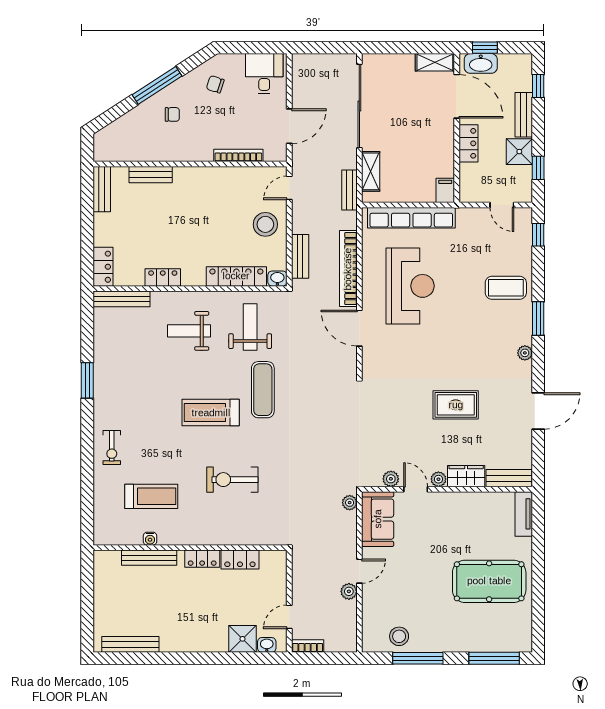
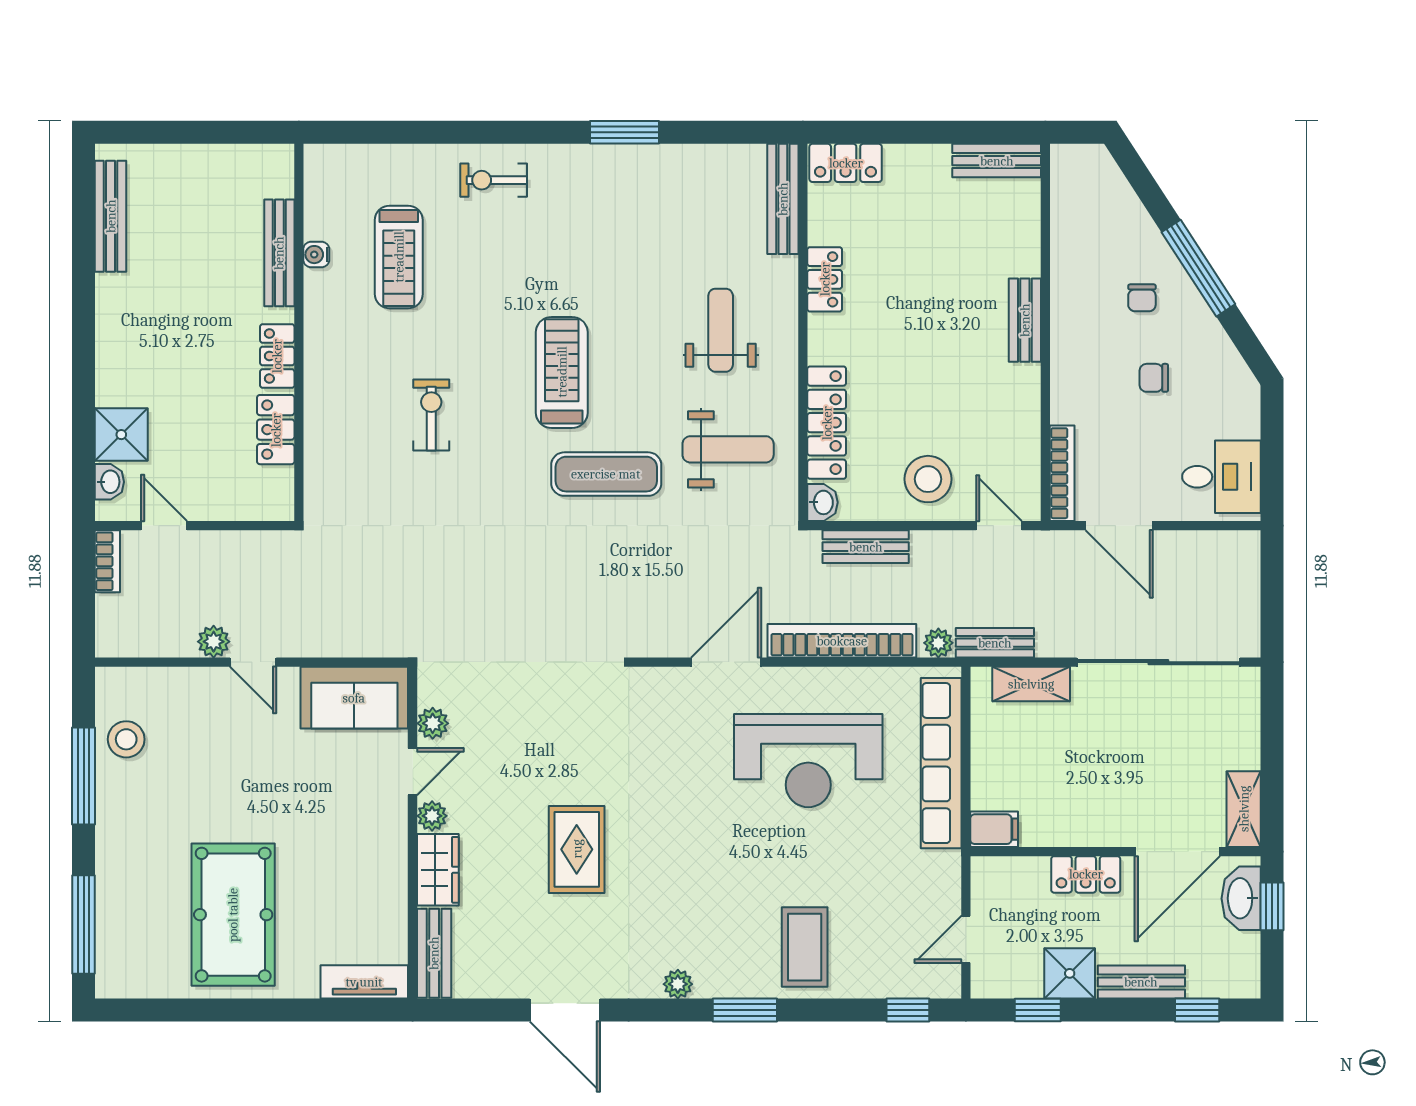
chair: (215, 84) -> (1154, 378), moved, turned -108
bookcase: (238, 155) -> (1062, 473), moved
bench: (151, 175) -> (1025, 320), moved
exercise bike: (232, 480) -> (431, 415), width x0.73, depth x0.72
plant: (350, 503) -> (938, 643), moved

